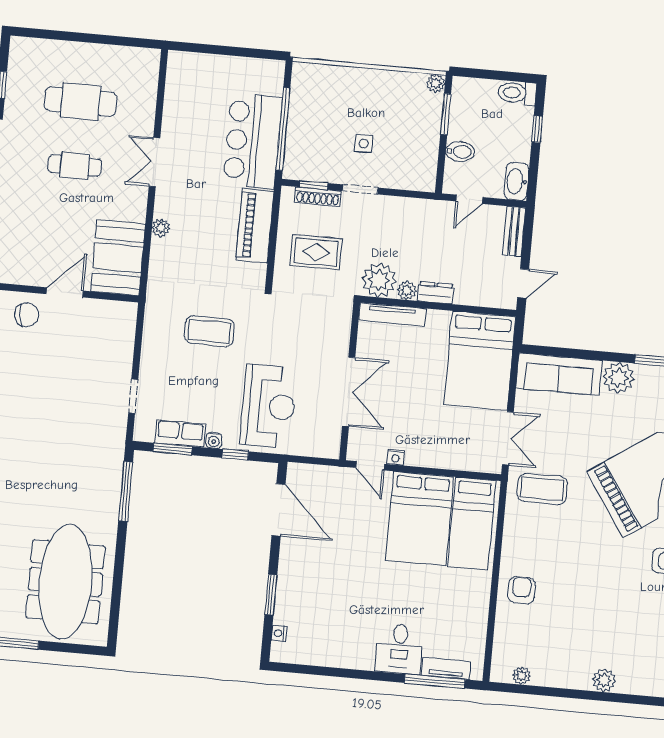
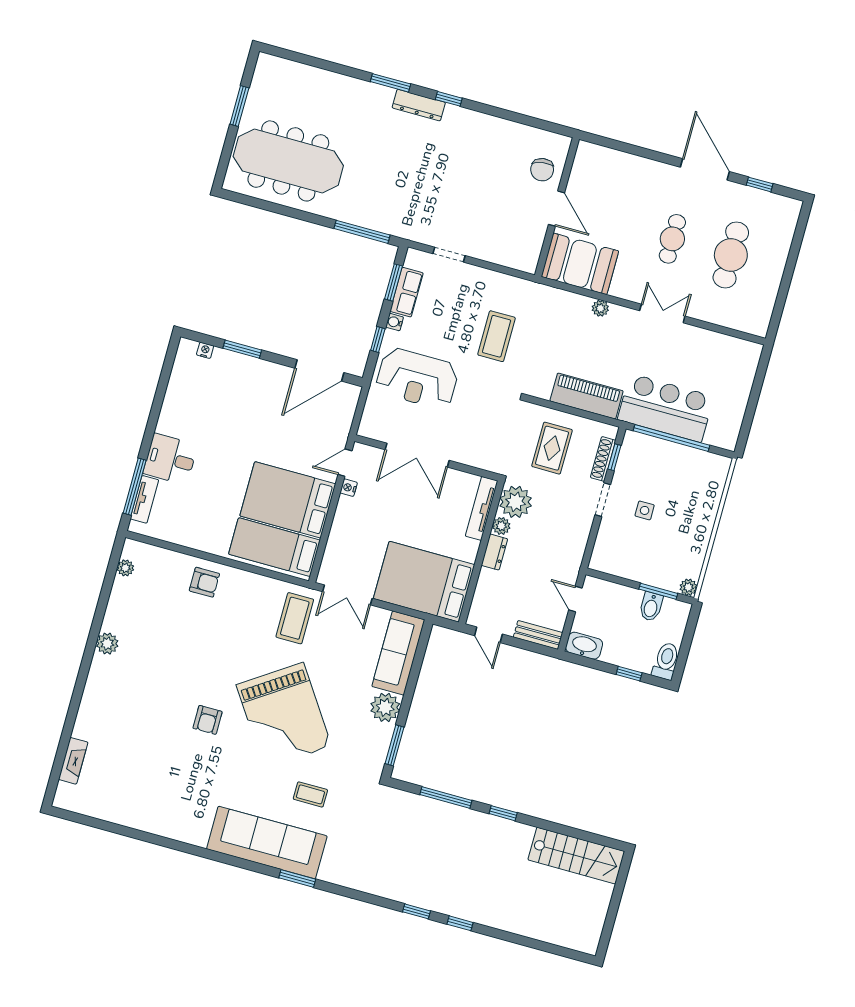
bidet: (460, 152) -> (651, 607), moved

